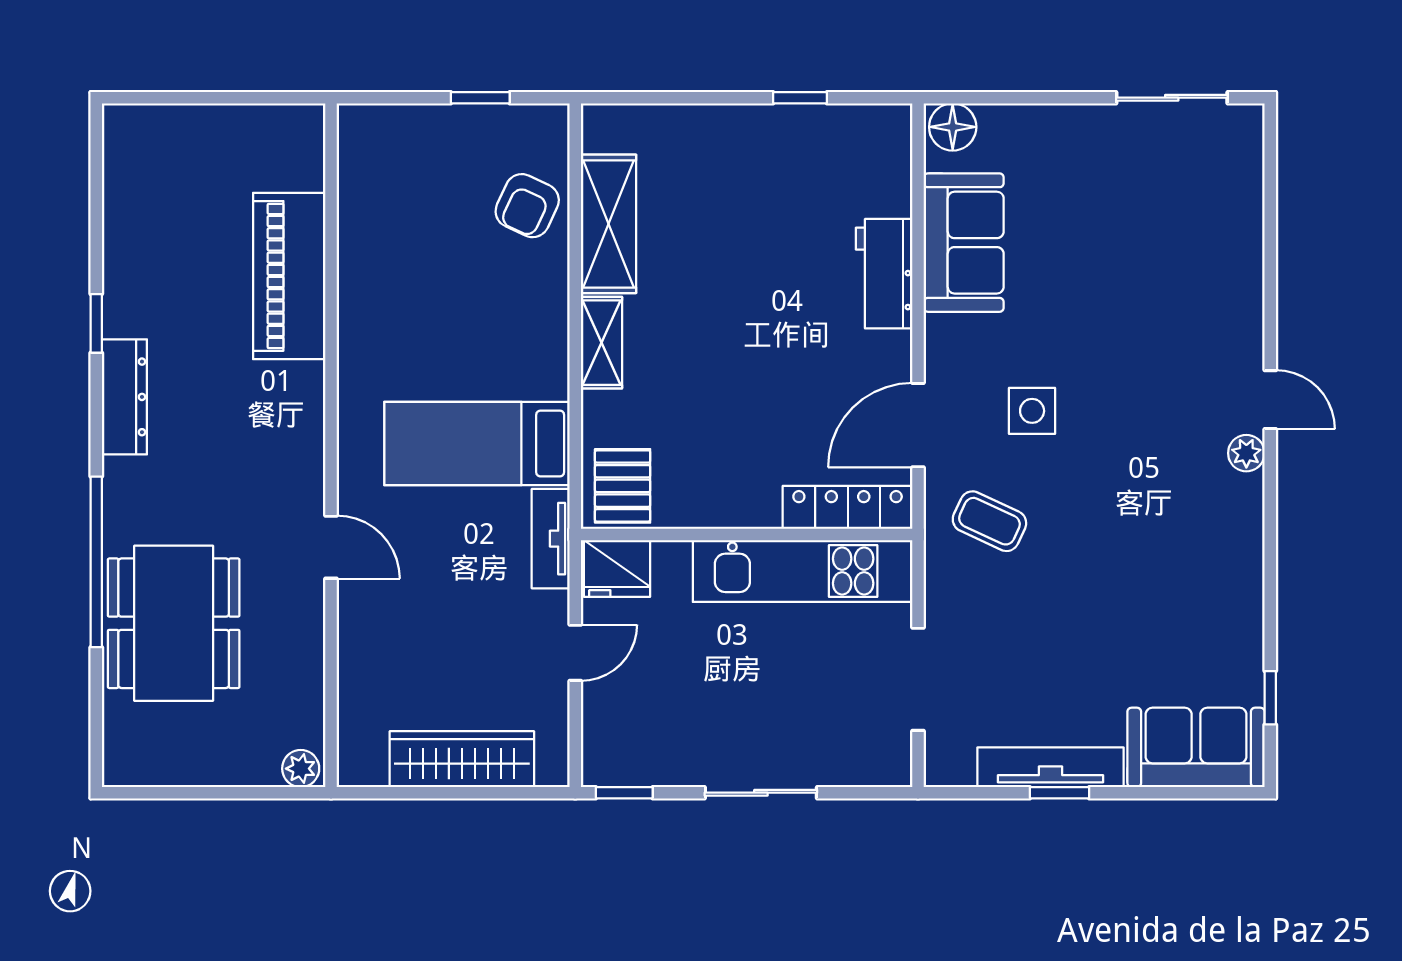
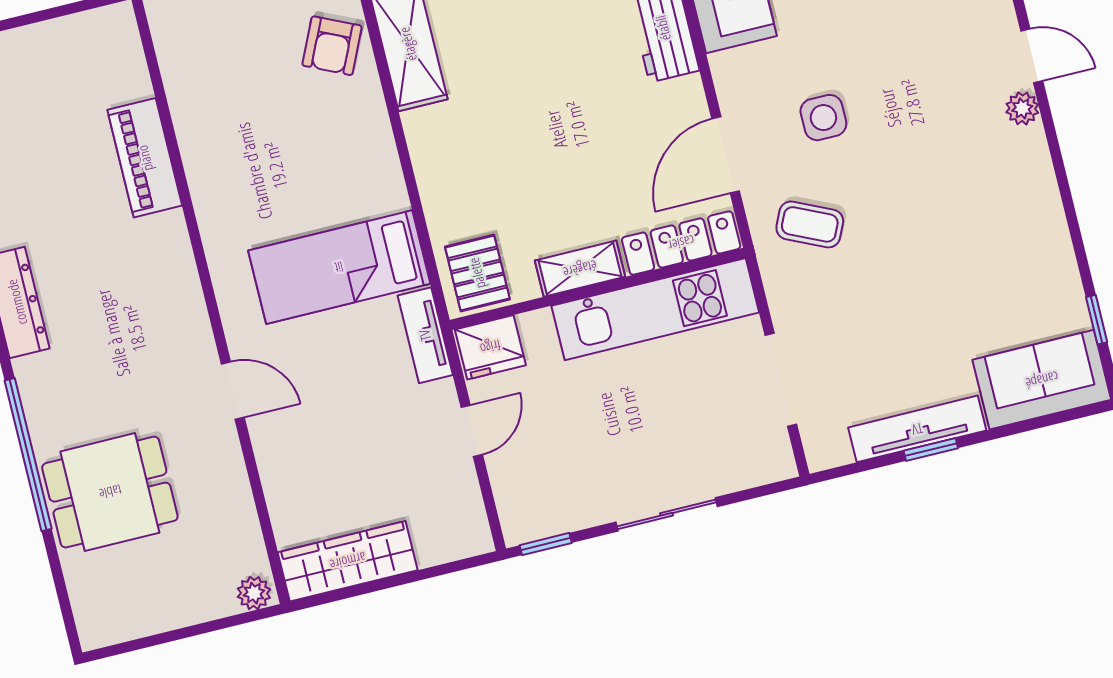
piano: (289, 276) -> (145, 158), width x0.73, depth x0.75
shelving: (601, 343) -> (580, 269), moved, turned 90
dining table: (174, 623) -> (110, 492), width x0.73
wardrobe: (462, 759) -> (348, 561), moved

